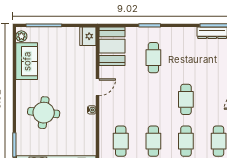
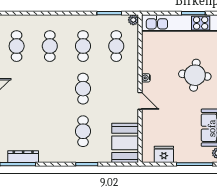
fridge: (88, 36) -> (164, 154), moved, turned -90
door: (97, 87) -> (140, 101), swing flipped
cafe table: (186, 99) -> (83, 89), moved

